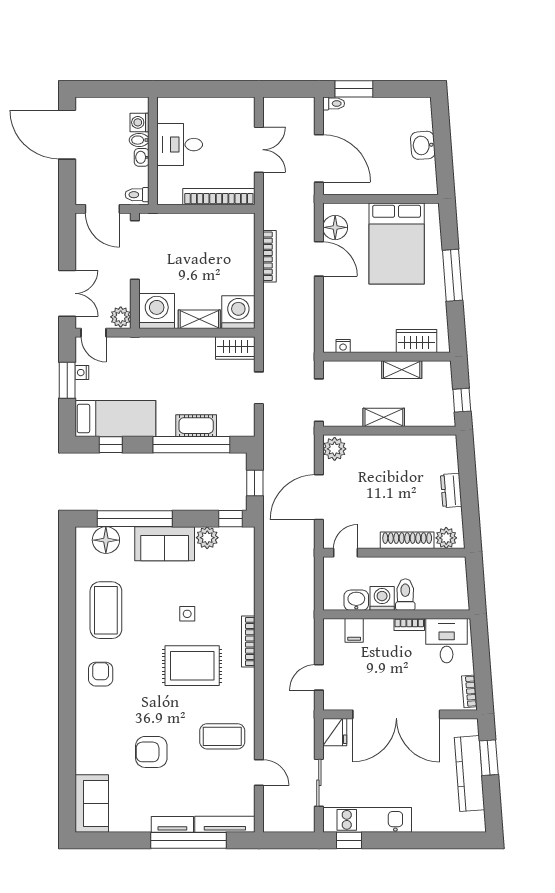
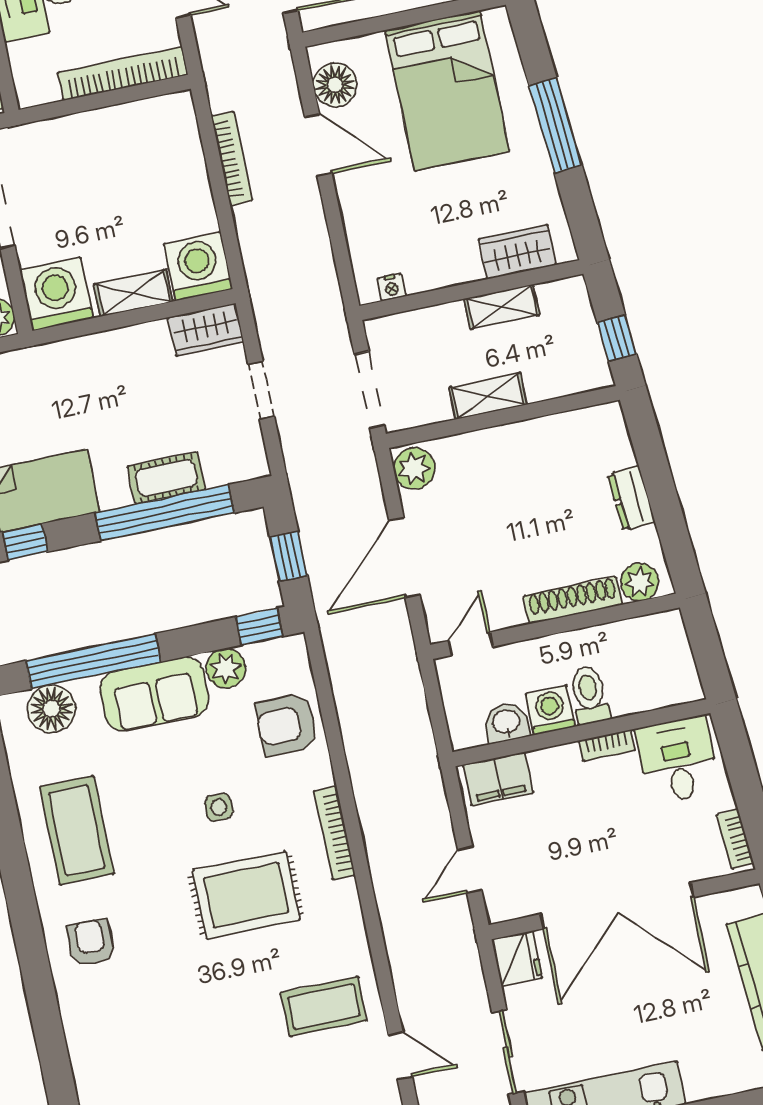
filing cabinet: (354, 630) -> (498, 779), width x2.00
armchair: (151, 752) -> (287, 725), moved

